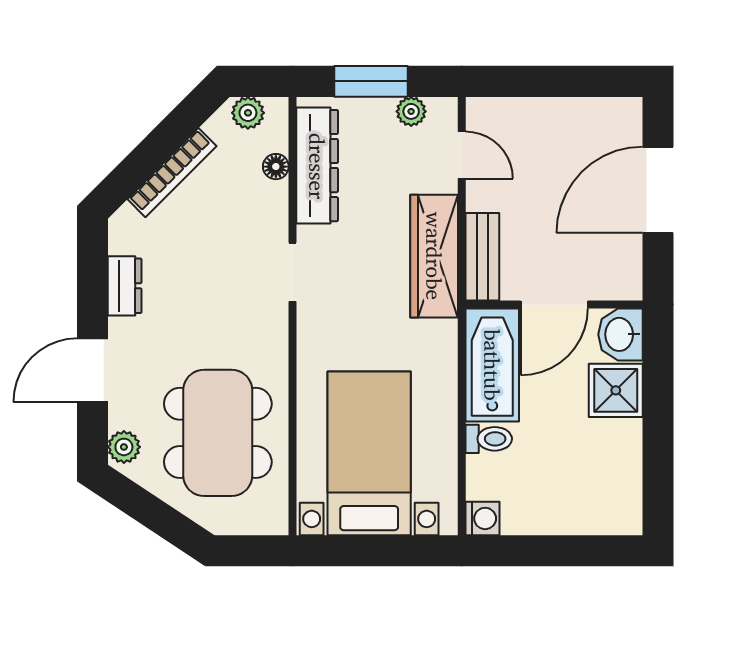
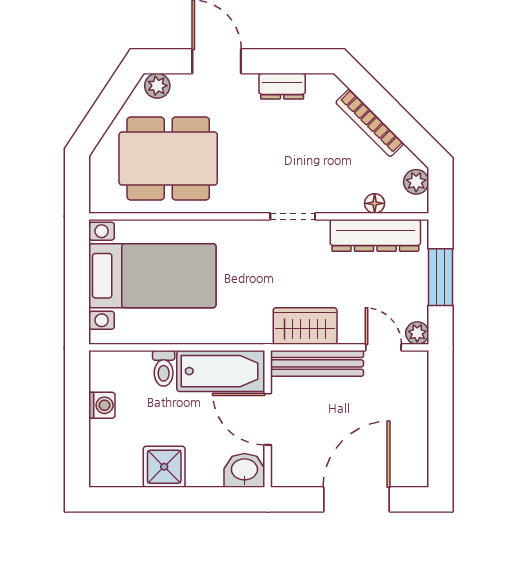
plant: (411, 111) -> (417, 333), moved
door: (462, 155) -> (383, 347), swing flipped
door: (658, 190) -> (356, 499), hinge flipped
wardrobe: (434, 256) -> (305, 326), width x0.67
bench: (482, 257) -> (317, 363), width x1.36
shower: (616, 390) -> (164, 467), moved
washing machine: (482, 518) -> (102, 405), moved, turned -90

